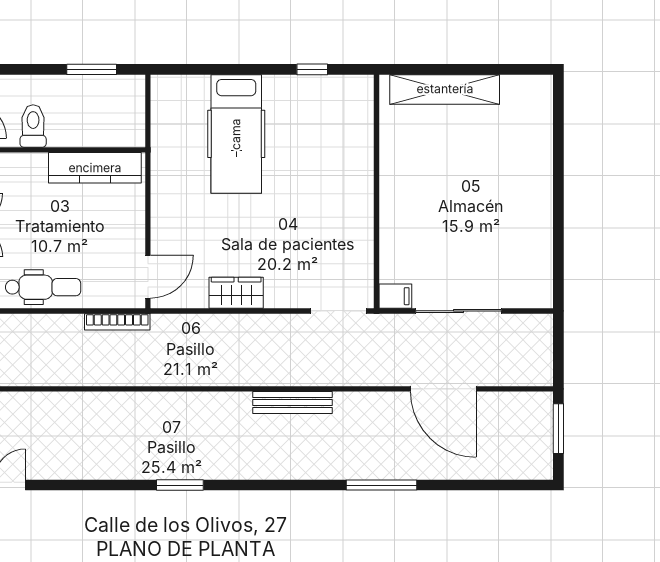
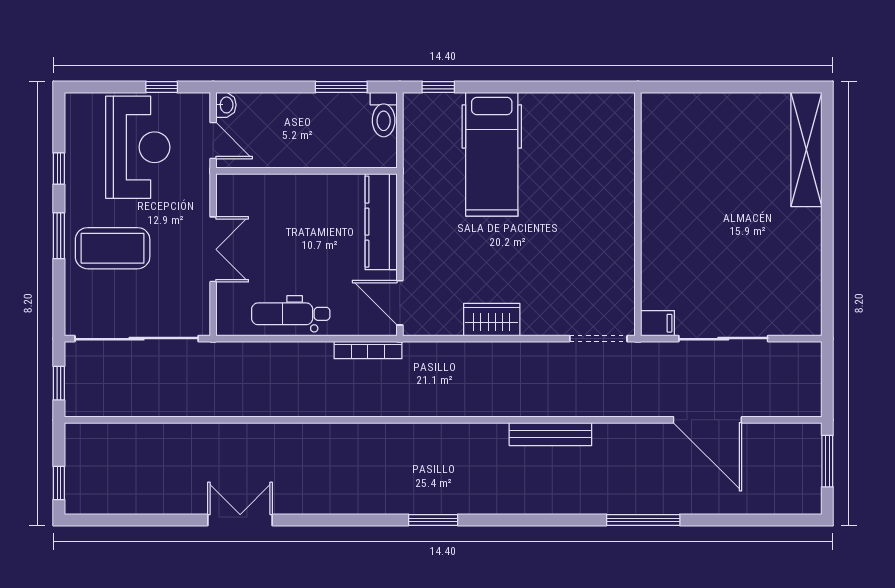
window: (312, 69) -> (438, 87), moved
shelving: (445, 89) -> (806, 149), moved, turned 90
toilet: (33, 126) -> (384, 115), moved, turned 180
kitchen counter: (95, 168) -> (381, 222), moved, turned 90
door: (148, 277) -> (400, 303), swing flipped
dental chair: (43, 287) -> (291, 314), turned 180

